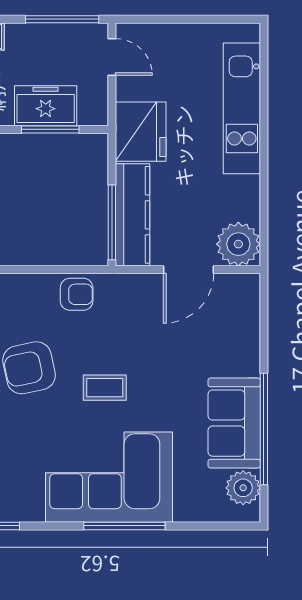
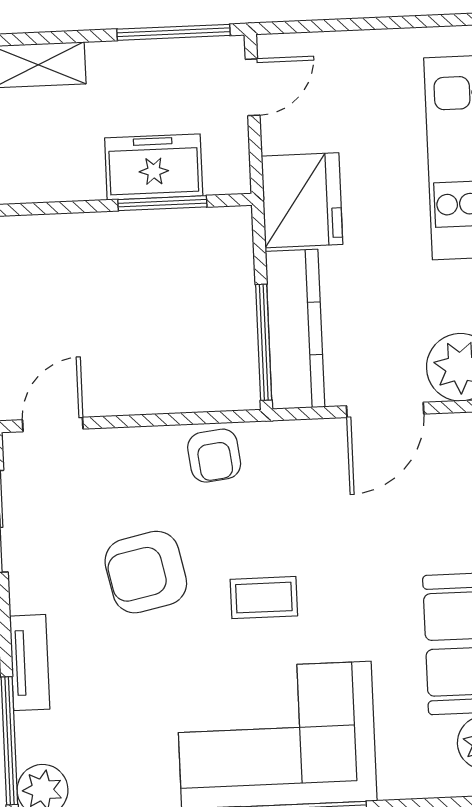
door: (112, 57) -> (253, 87), hinge flipped
armchair: (77, 294) -> (214, 456), turned 83

